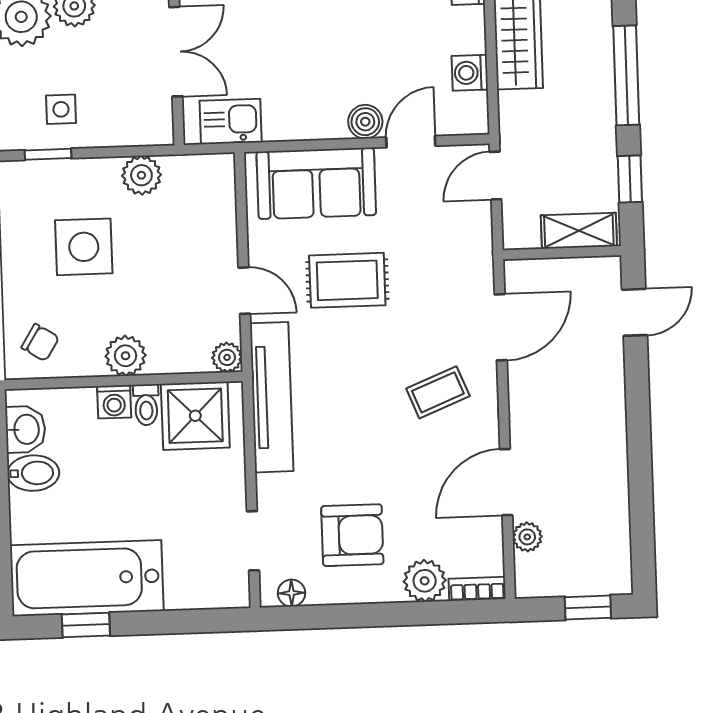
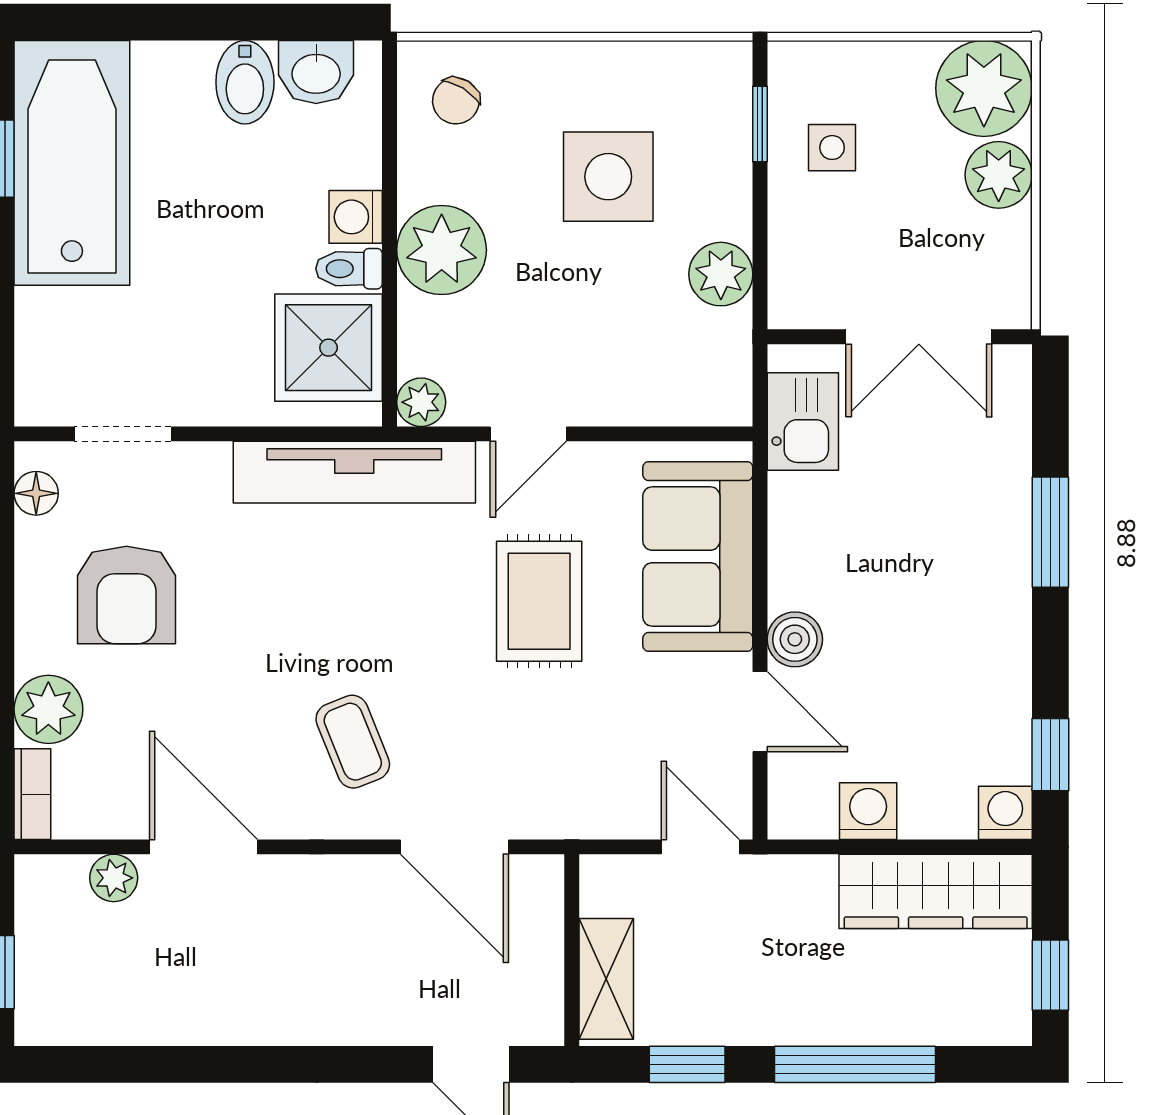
plant: (126, 356) -> (442, 250), width x1.36, depth x1.36

